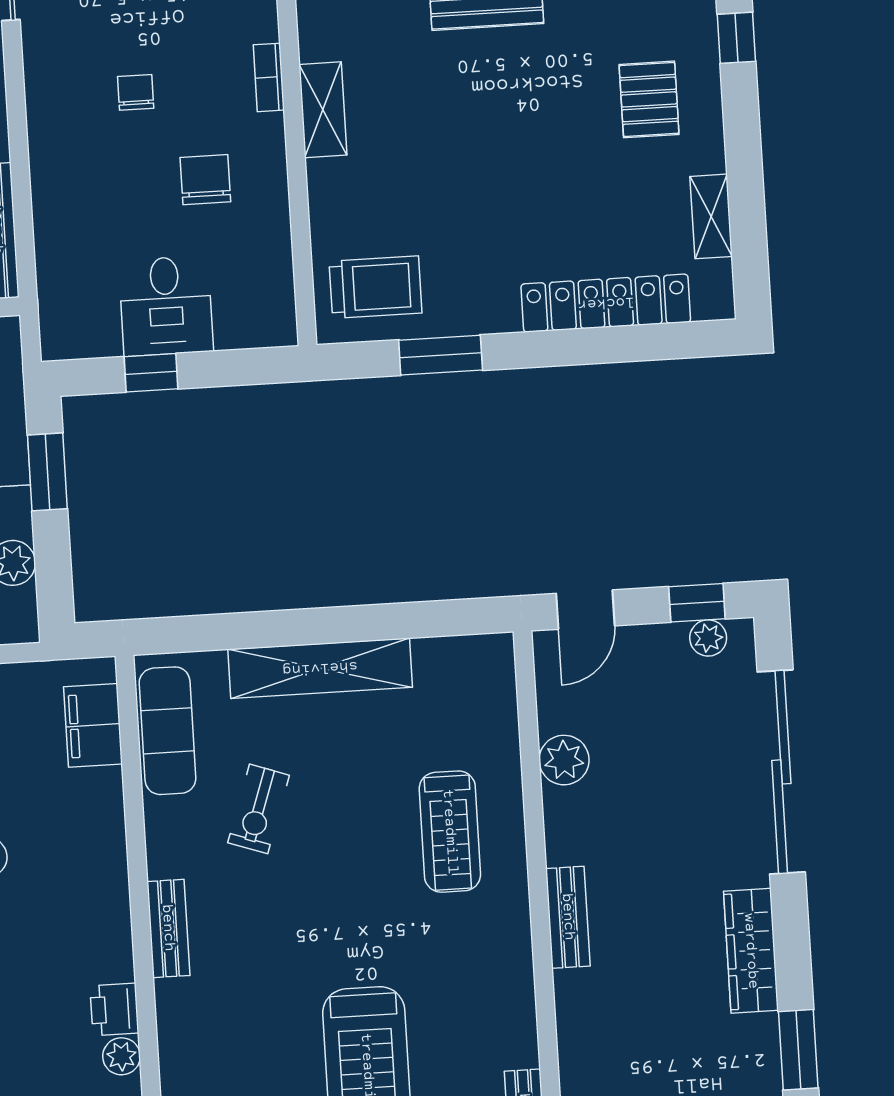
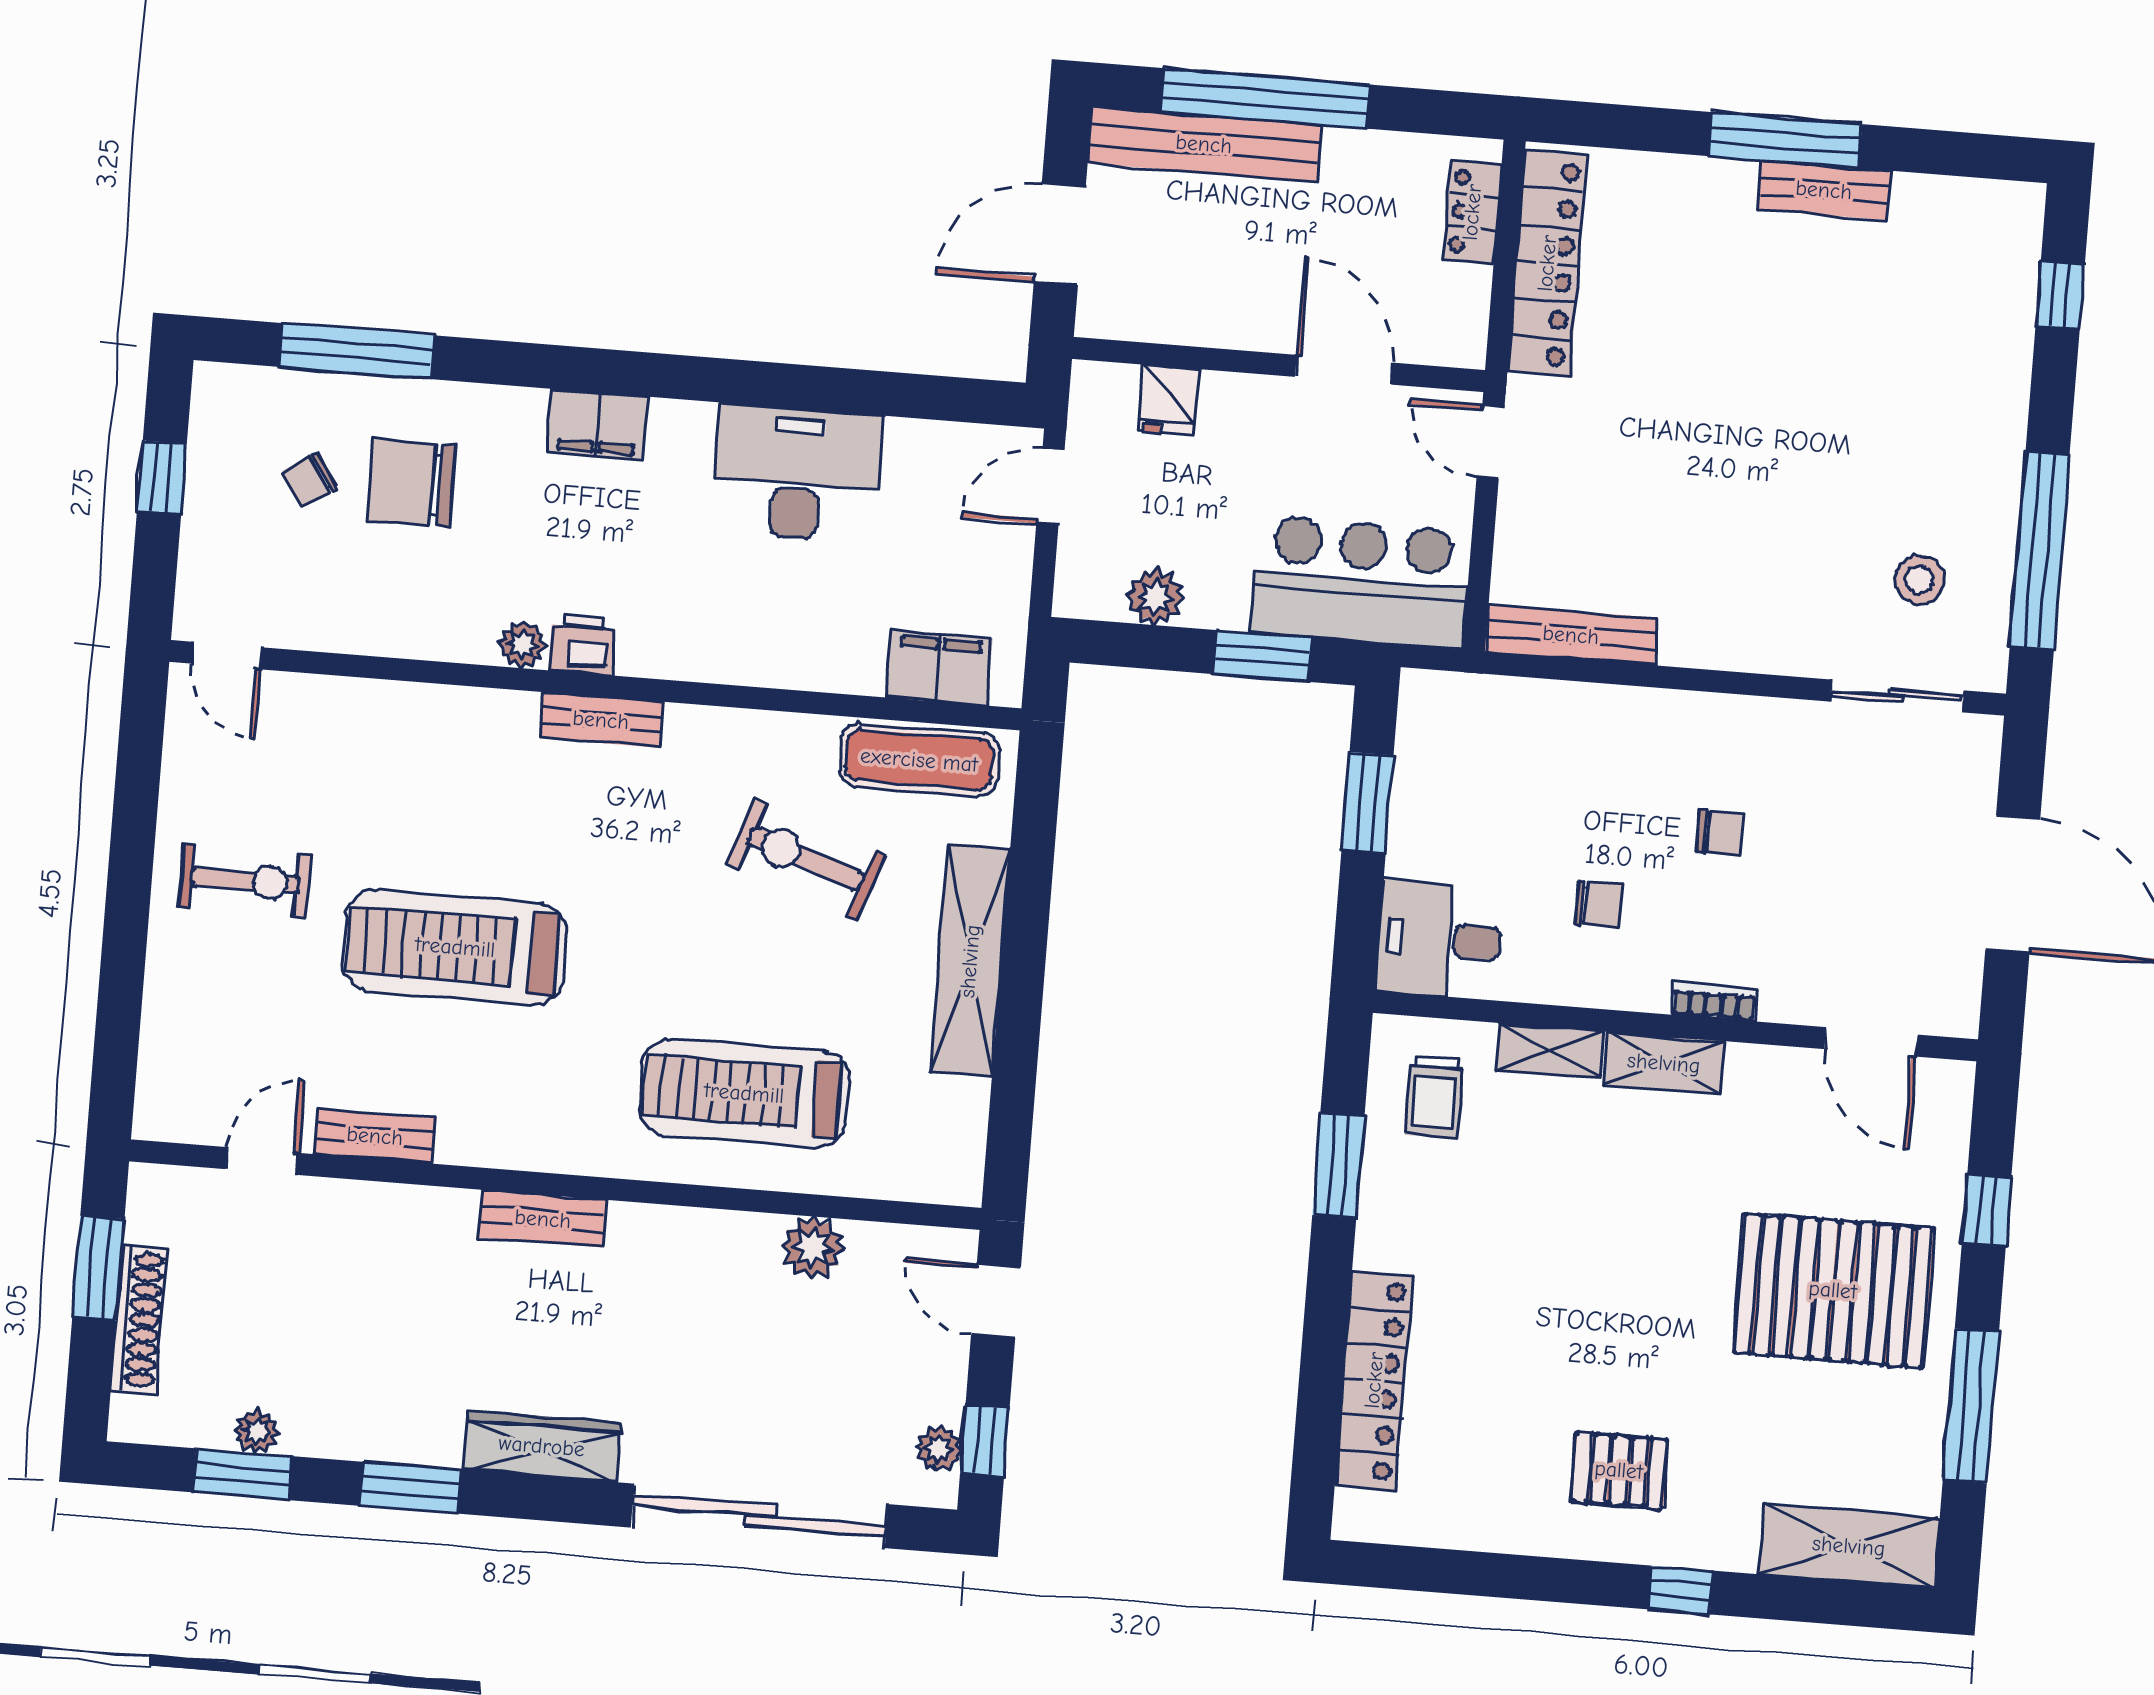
chair: (205, 180) -> (1598, 904), width x0.73, depth x0.73
shelving: (711, 216) -> (1550, 1051), moved
trolley: (375, 287) -> (1434, 1097), width x0.73, depth x0.72
desk: (166, 306) -> (1439, 940), moved
window: (151, 373) -> (1368, 802), width x1.50
exercise bike: (259, 809) -> (806, 859), width x1.38, depth x1.39
treadmill: (450, 832) -> (744, 1093), width x1.37, depth x1.38
bench: (568, 917) -> (543, 1219), moved
bench: (168, 928) -> (601, 720), moved

